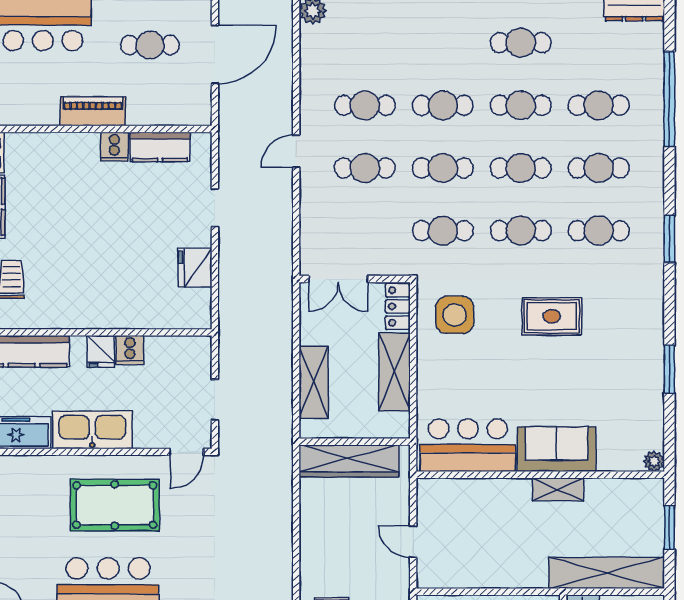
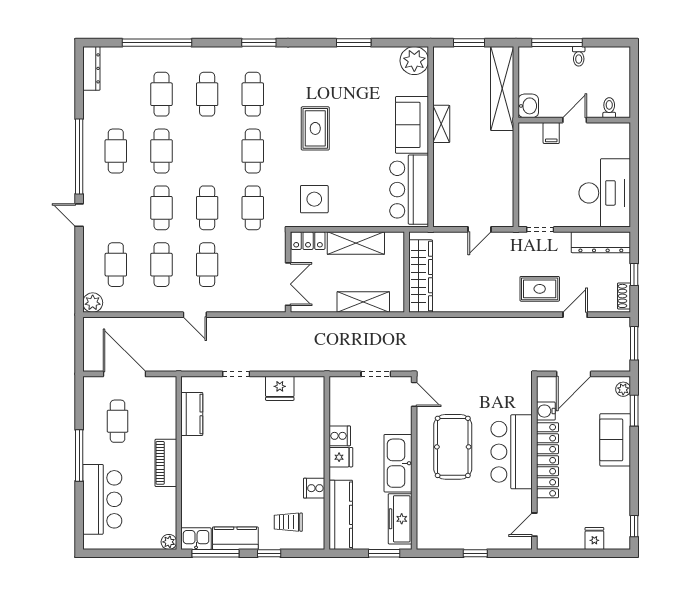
cooker: (114, 147) -> (314, 488), moved, turned 180
cafe table: (521, 168) -> (116, 265), moved
plant: (654, 461) -> (414, 61), width x1.88, depth x1.88

